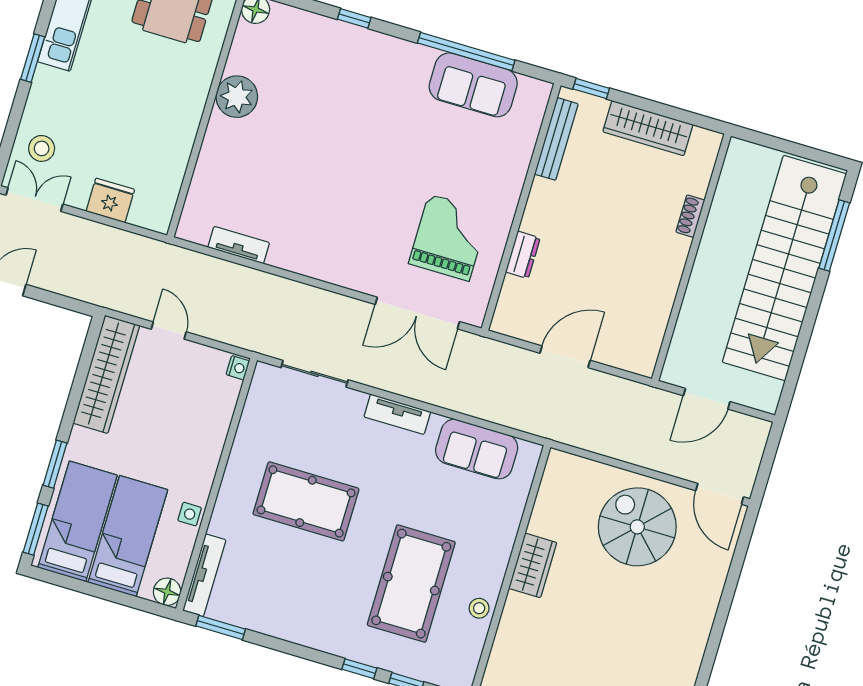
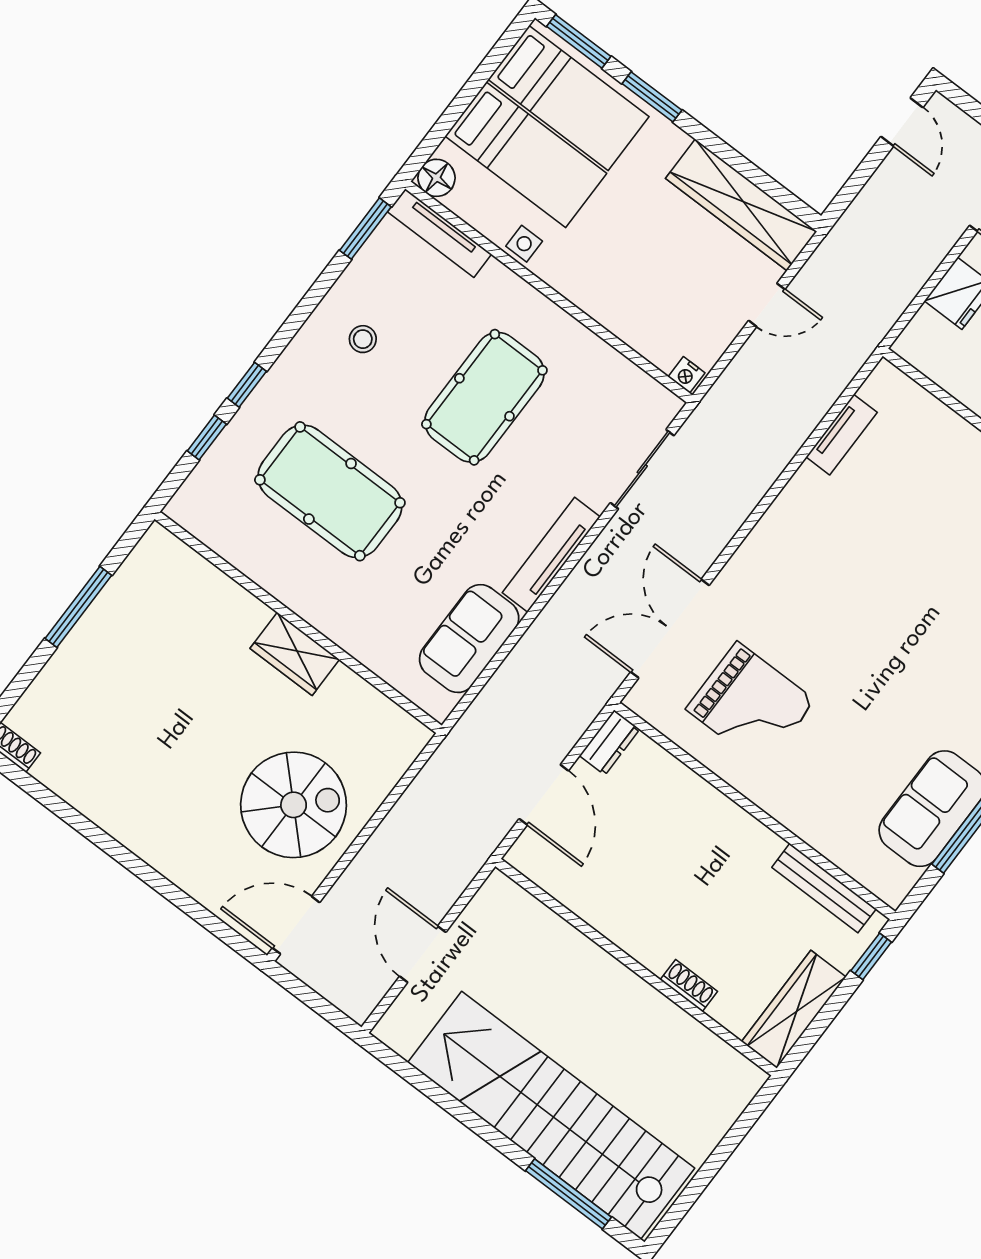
shoe rack: (690, 216) -> (689, 986), moved
dresser: (523, 255) -> (609, 742), moved, turned -90
wall: (691, 257) -> (636, 967), moved
tv unit: (397, 414) -> (551, 555), width x1.41
stool: (479, 608) -> (363, 339), moved

